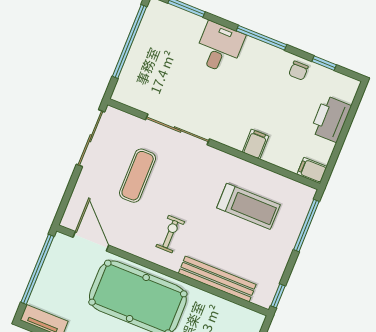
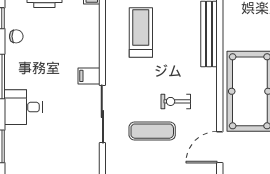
filing cabinet: (255, 144) -> (89, 76), moved
exercise bike: (170, 234) -> (176, 101), moved

